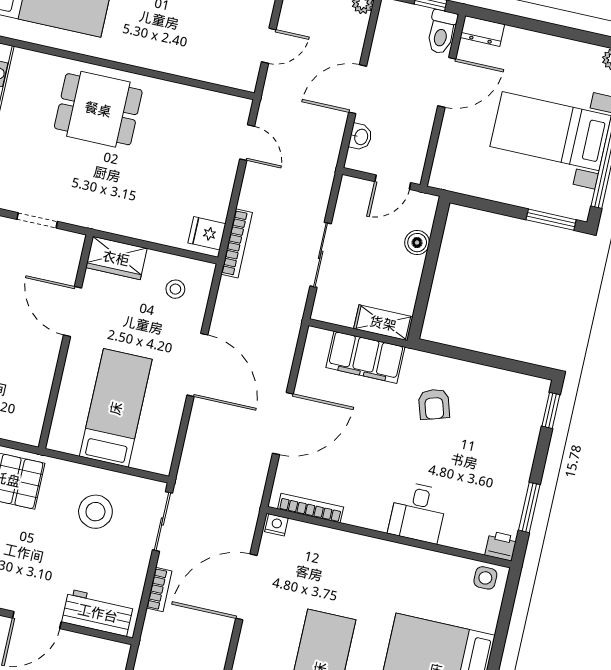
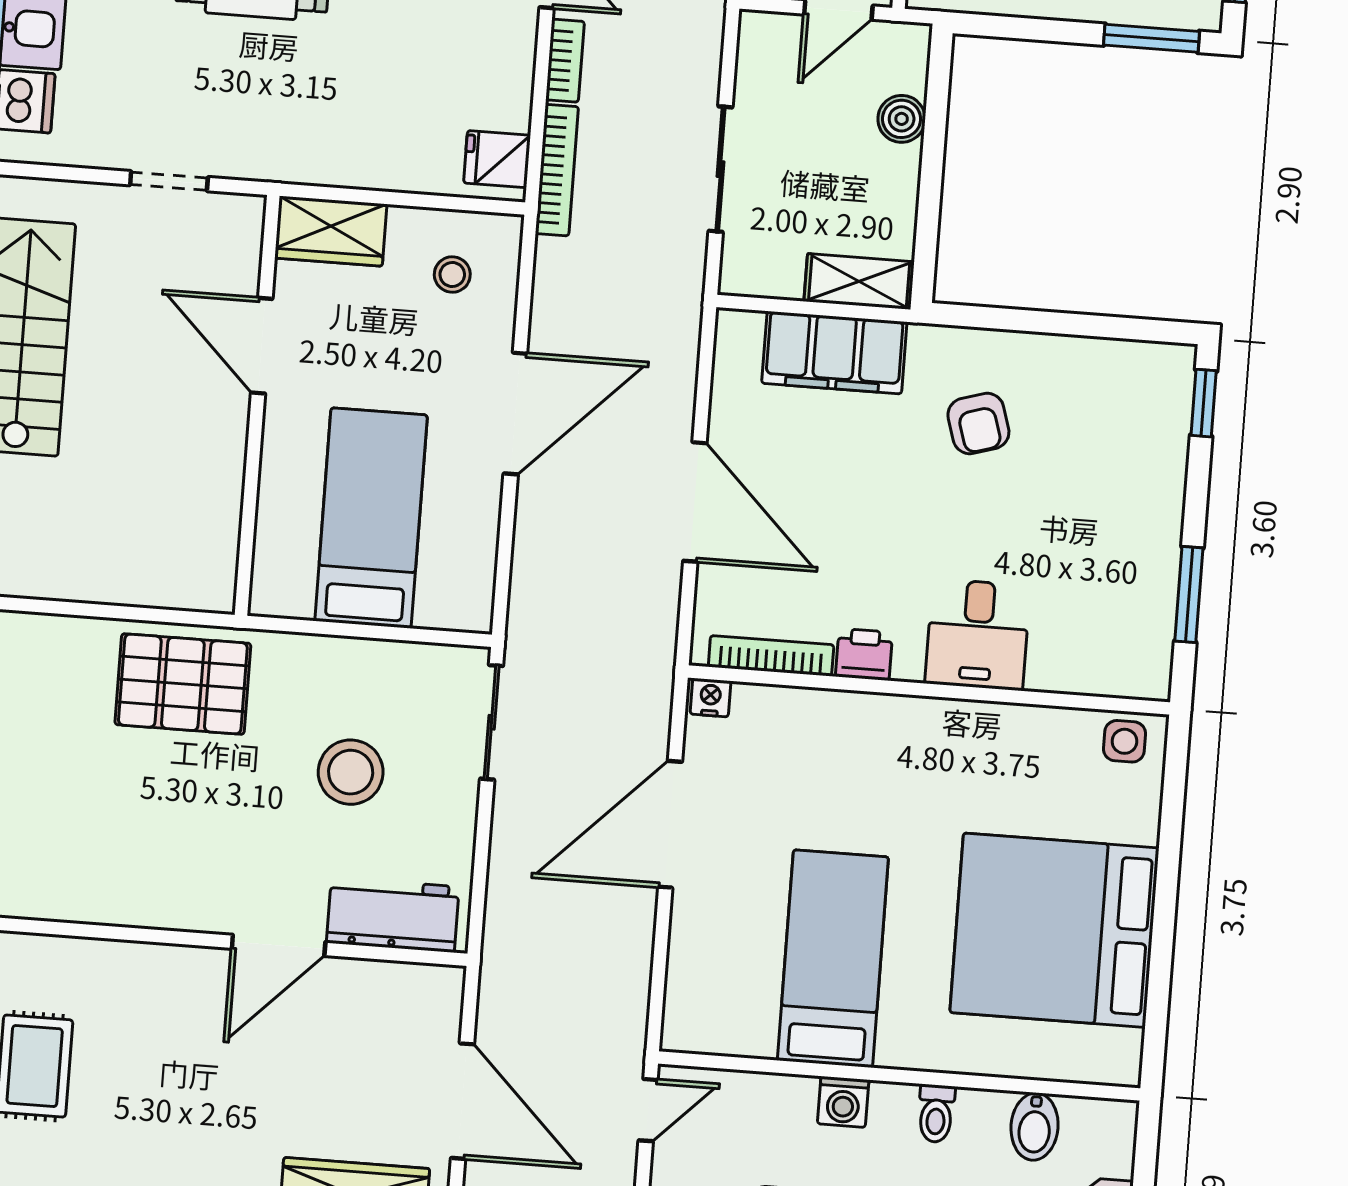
door: (197, 365) -> (515, 413), hinge flipped
door: (283, 424) -> (695, 502), hinge flipped
stool: (95, 512) -> (351, 772), moved
printer: (501, 546) -> (864, 654), moved
bookcase: (159, 590) -> (565, 61), moved

